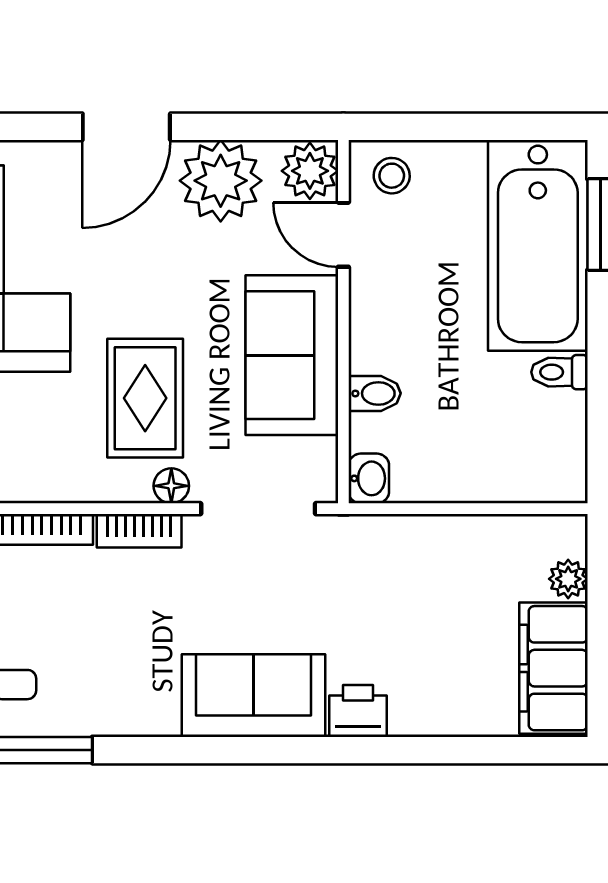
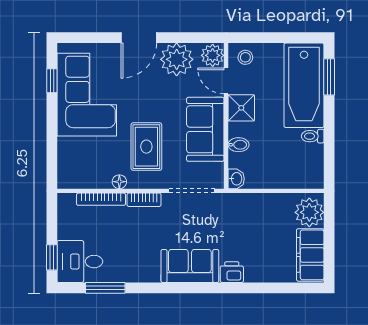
shower: (381, 302) -> (241, 108), added
floor lamp: (171, 486) -> (119, 182), moved
plant: (568, 579) -> (309, 212), width x1.88, depth x1.88

